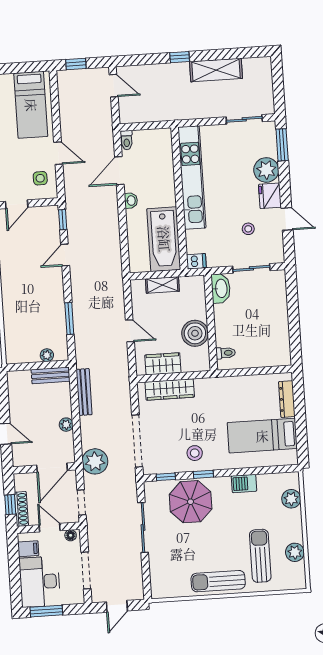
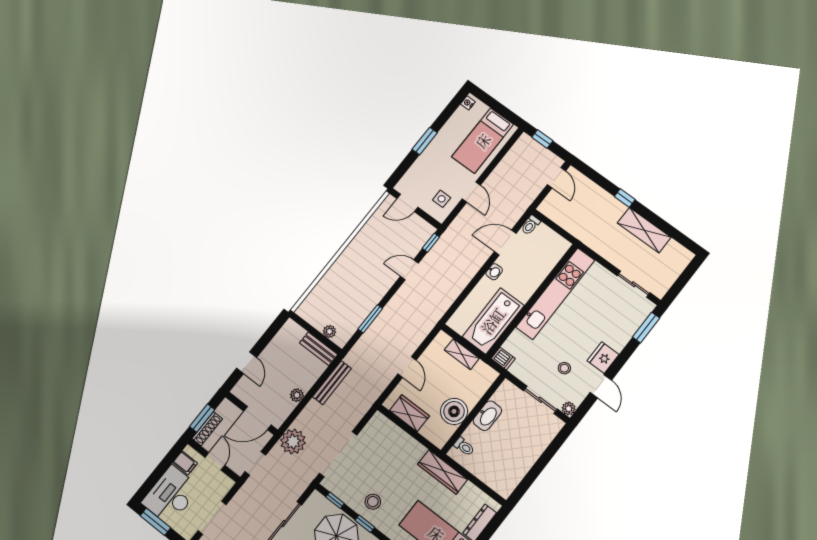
plant: (266, 170) -> (569, 409), moved, width x0.53, depth x0.53
washbasin: (221, 288) -> (487, 416), moved
wardrobe: (170, 390) -> (442, 472), moved
window: (10, 505) -> (202, 418), width x1.50
floor lamp: (71, 535) -> (225, 481), removed

